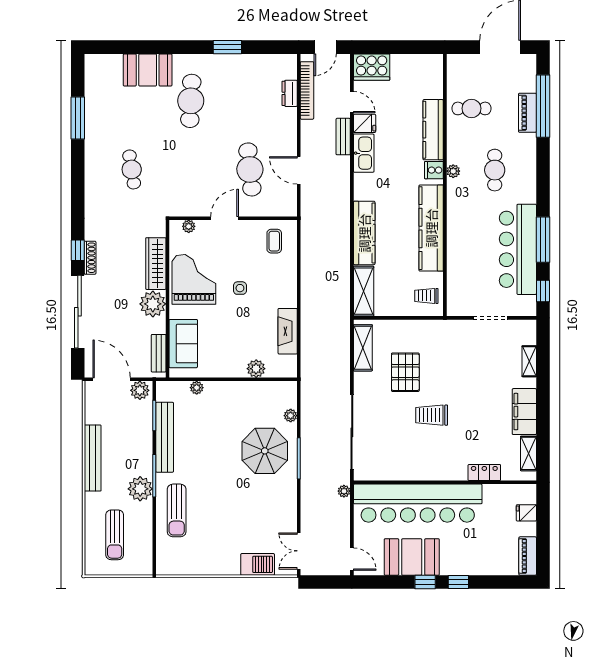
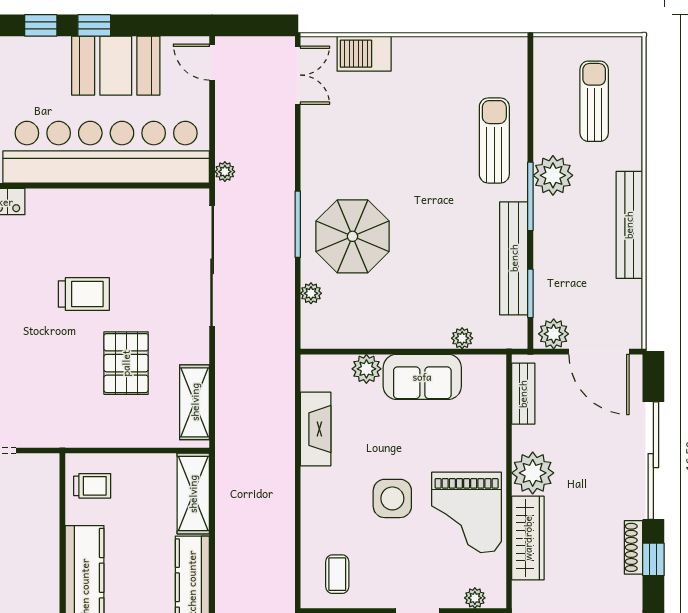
side table: (240, 288) -> (392, 498), width x1.87, depth x1.87
sofa: (183, 344) -> (422, 377), moved, turned -90

